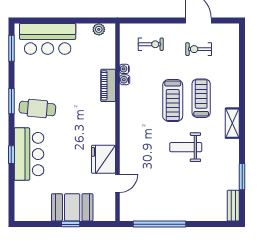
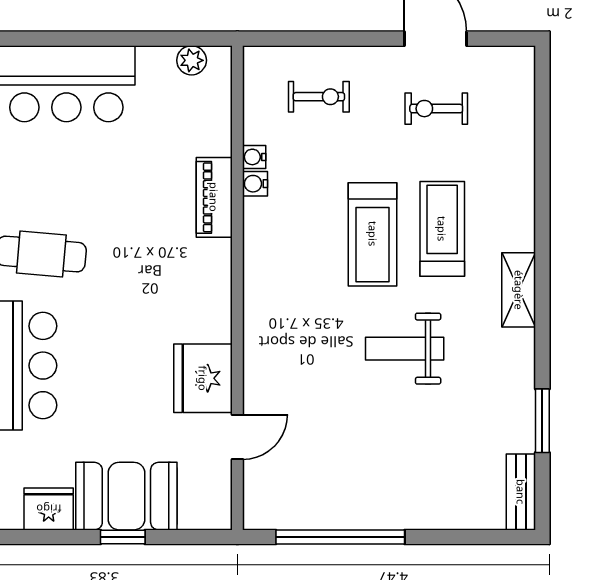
fridge: (40, 213) -> (49, 509), added

